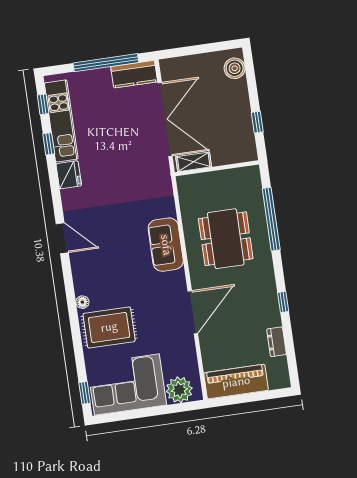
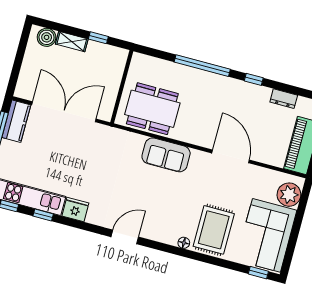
shelving: (194, 162) -> (72, 42), moved, turned 90
window: (271, 219) -> (202, 66), moved
dining table: (226, 239) -> (152, 109), moved

